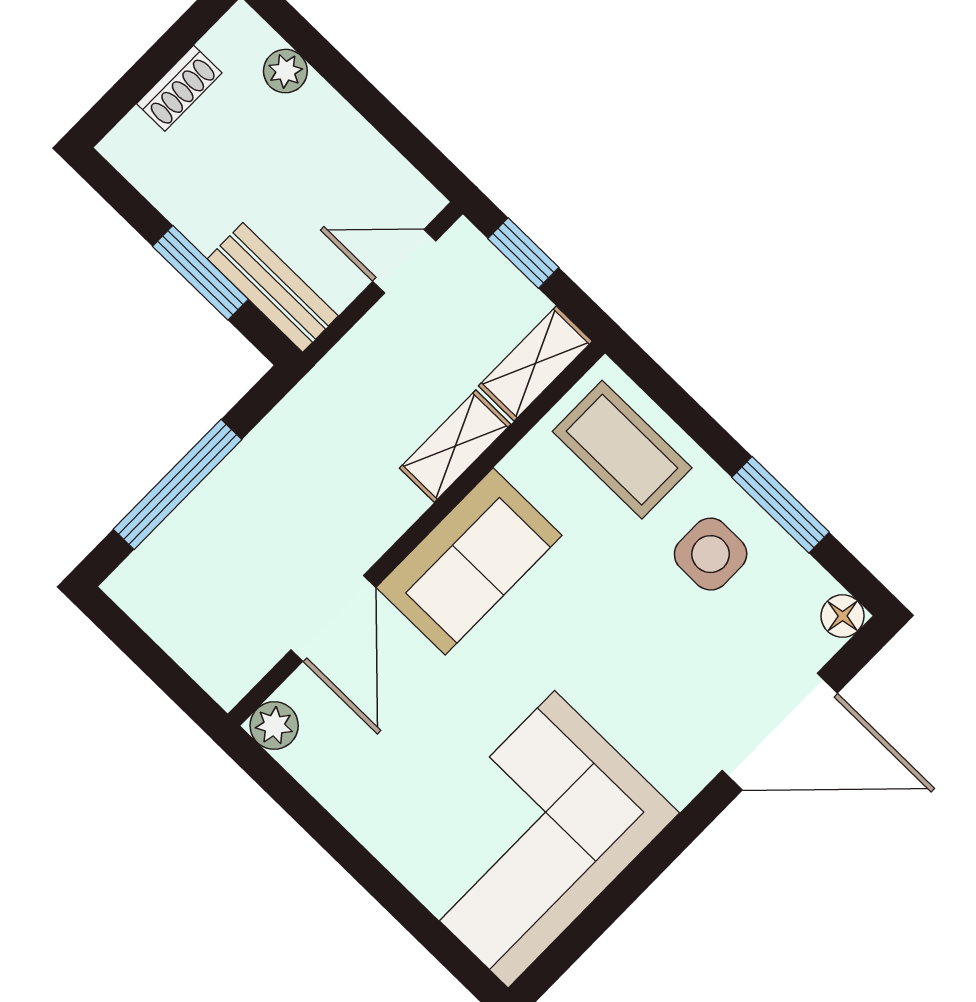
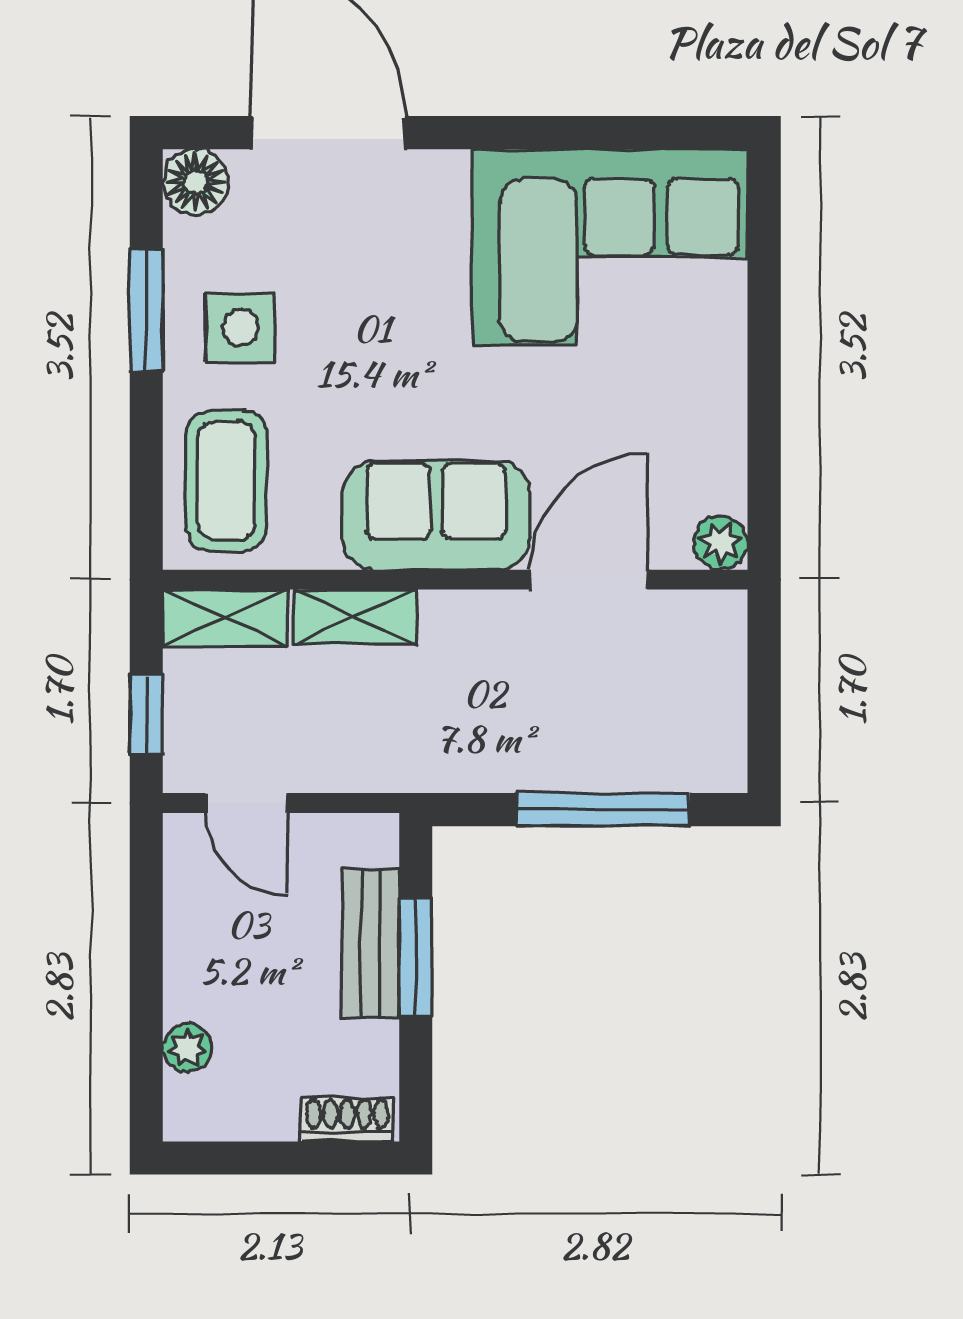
shoe rack: (179, 88) -> (347, 1119), moved
bench: (273, 287) -> (371, 943), moved
floor lamp: (843, 616) -> (196, 182), width x1.37, depth x1.37

